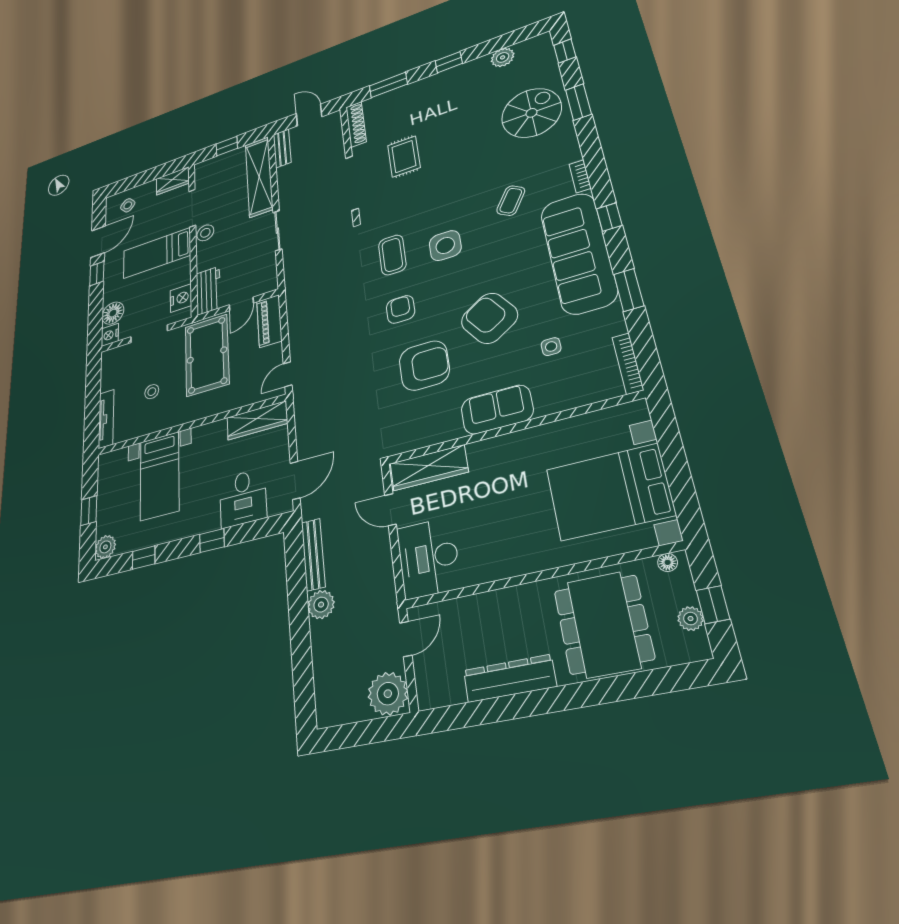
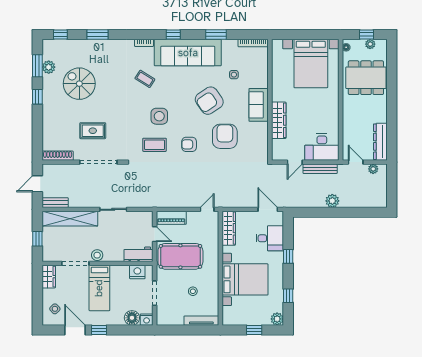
window: (388, 85) -> (37, 66), moved
spiral stairs: (531, 113) -> (79, 84), moved
door: (288, 374) -> (207, 209), swing flipped
wardrobe: (429, 468) -> (279, 120), moved
bed with nightstands: (160, 476) -> (245, 279), width x1.36
bench: (313, 554) -> (320, 169), moved
dresser: (510, 678) -> (380, 142), moved
plant: (388, 694) -> (373, 169), width x0.53, depth x0.53

